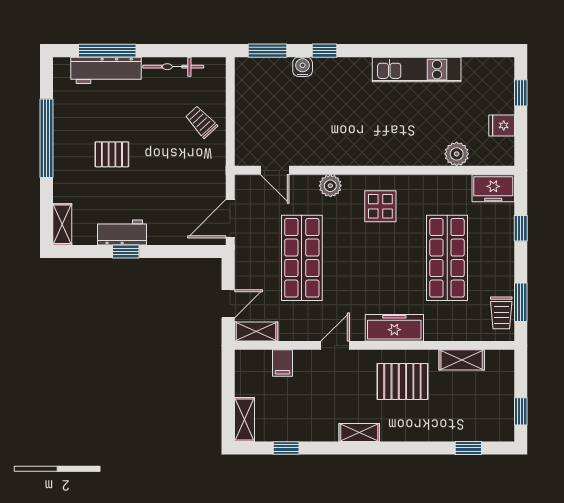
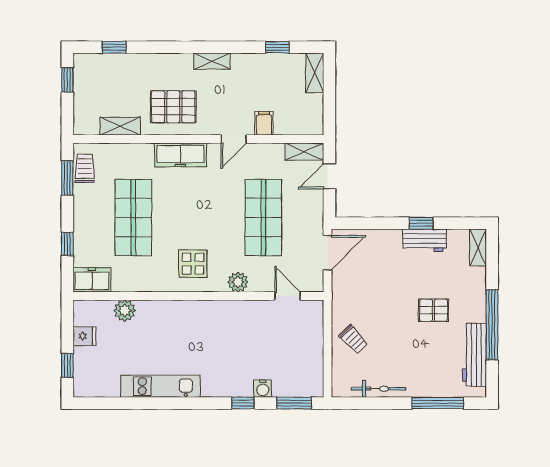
workbench: (106, 70) -> (474, 355), moved, turned -90
filing cabinet: (283, 363) -> (264, 123), moved

